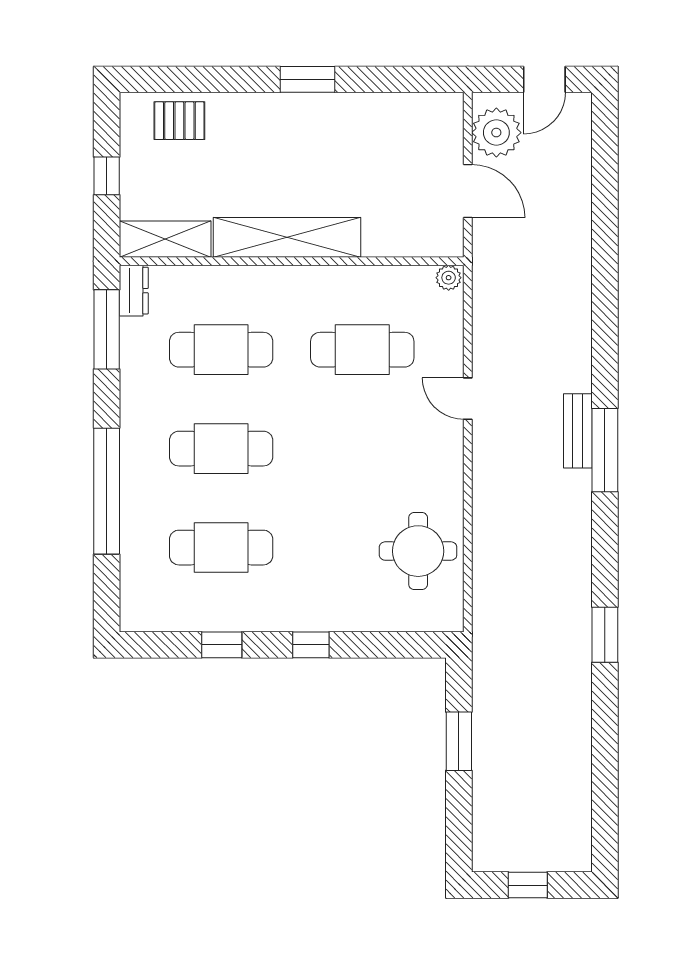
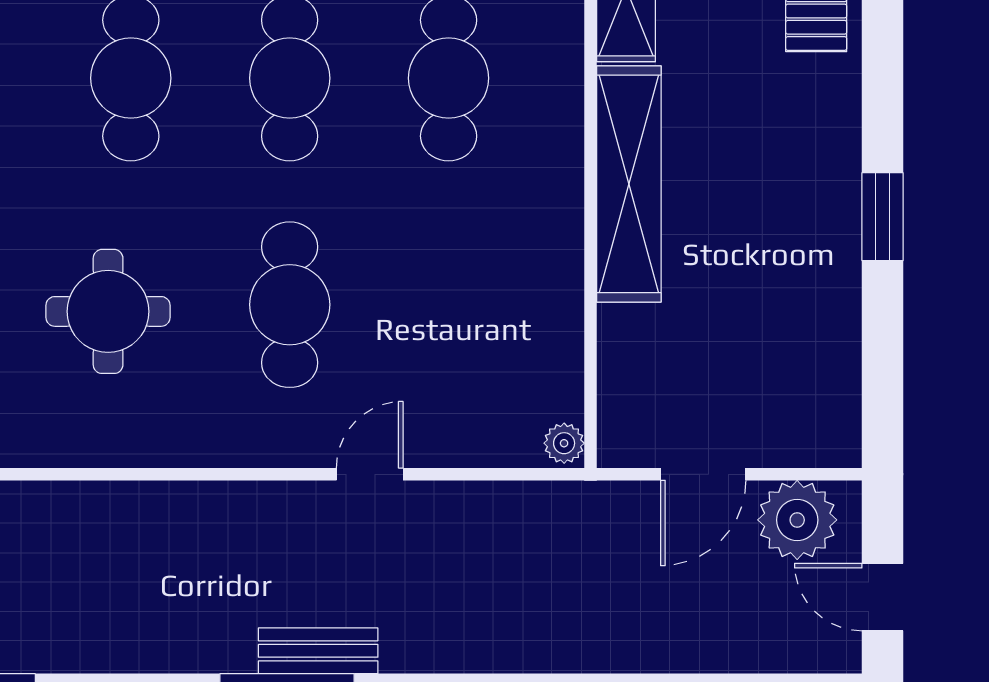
cafe table: (362, 350) -> (290, 305), moved
round table: (418, 551) -> (108, 311), moved

